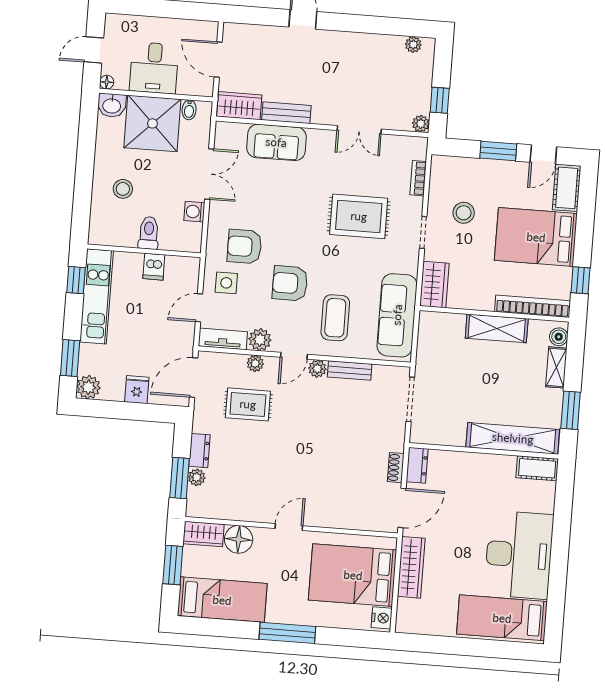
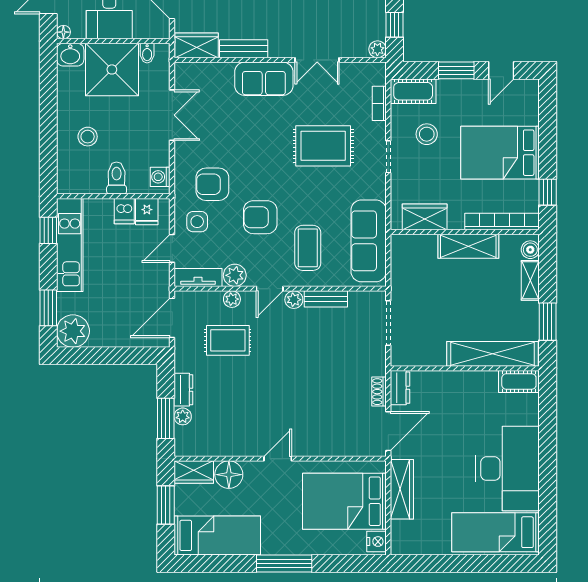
sofa: (276, 142) -> (264, 79), moved
cot: (567, 188) -> (413, 91), moved, turned 90
washing machine: (194, 212) -> (160, 177), moved
wardrobe: (434, 285) -> (425, 217), moved, turned -90
plant: (88, 387) -> (73, 331), width x1.36, depth x1.36
fridge: (137, 390) -> (147, 212), moved, turned 180

